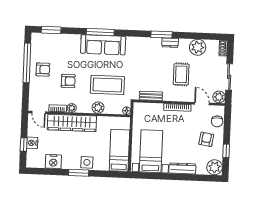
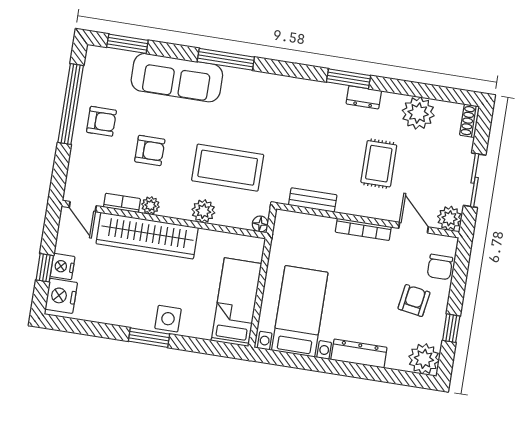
sofa: (103, 45) -> (177, 78), moved
nightstand: (53, 162) -> (61, 296), moved, turned 90

